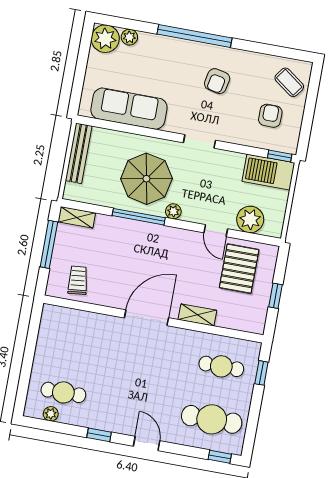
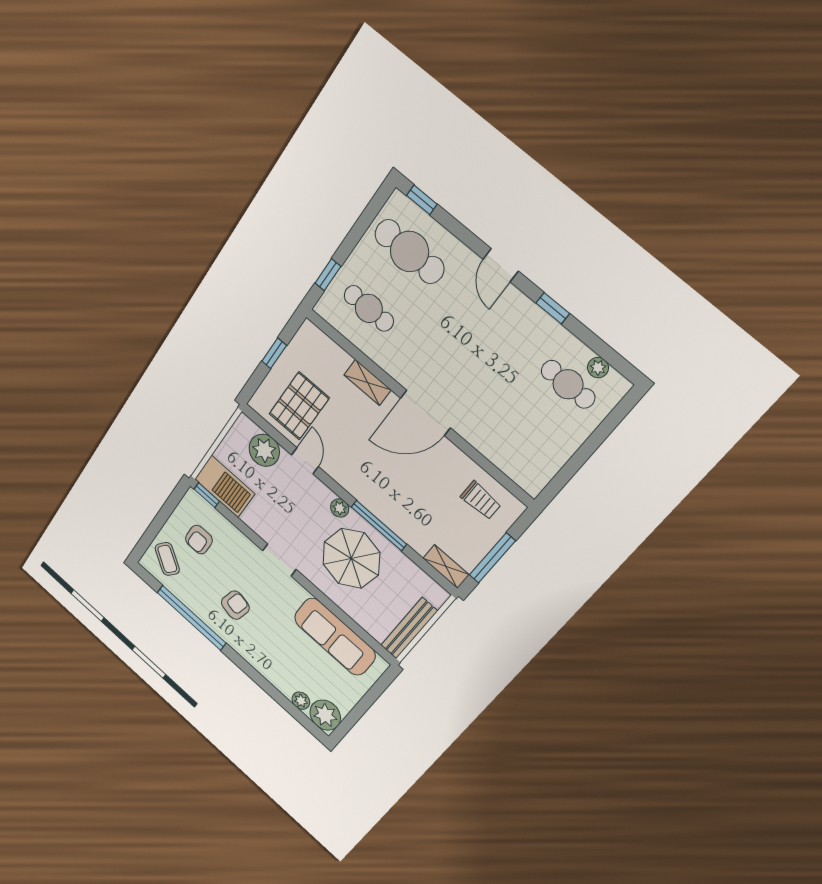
window: (195, 36) -> (191, 618), moved
trolley: (78, 280) -> (481, 500), turned -84

